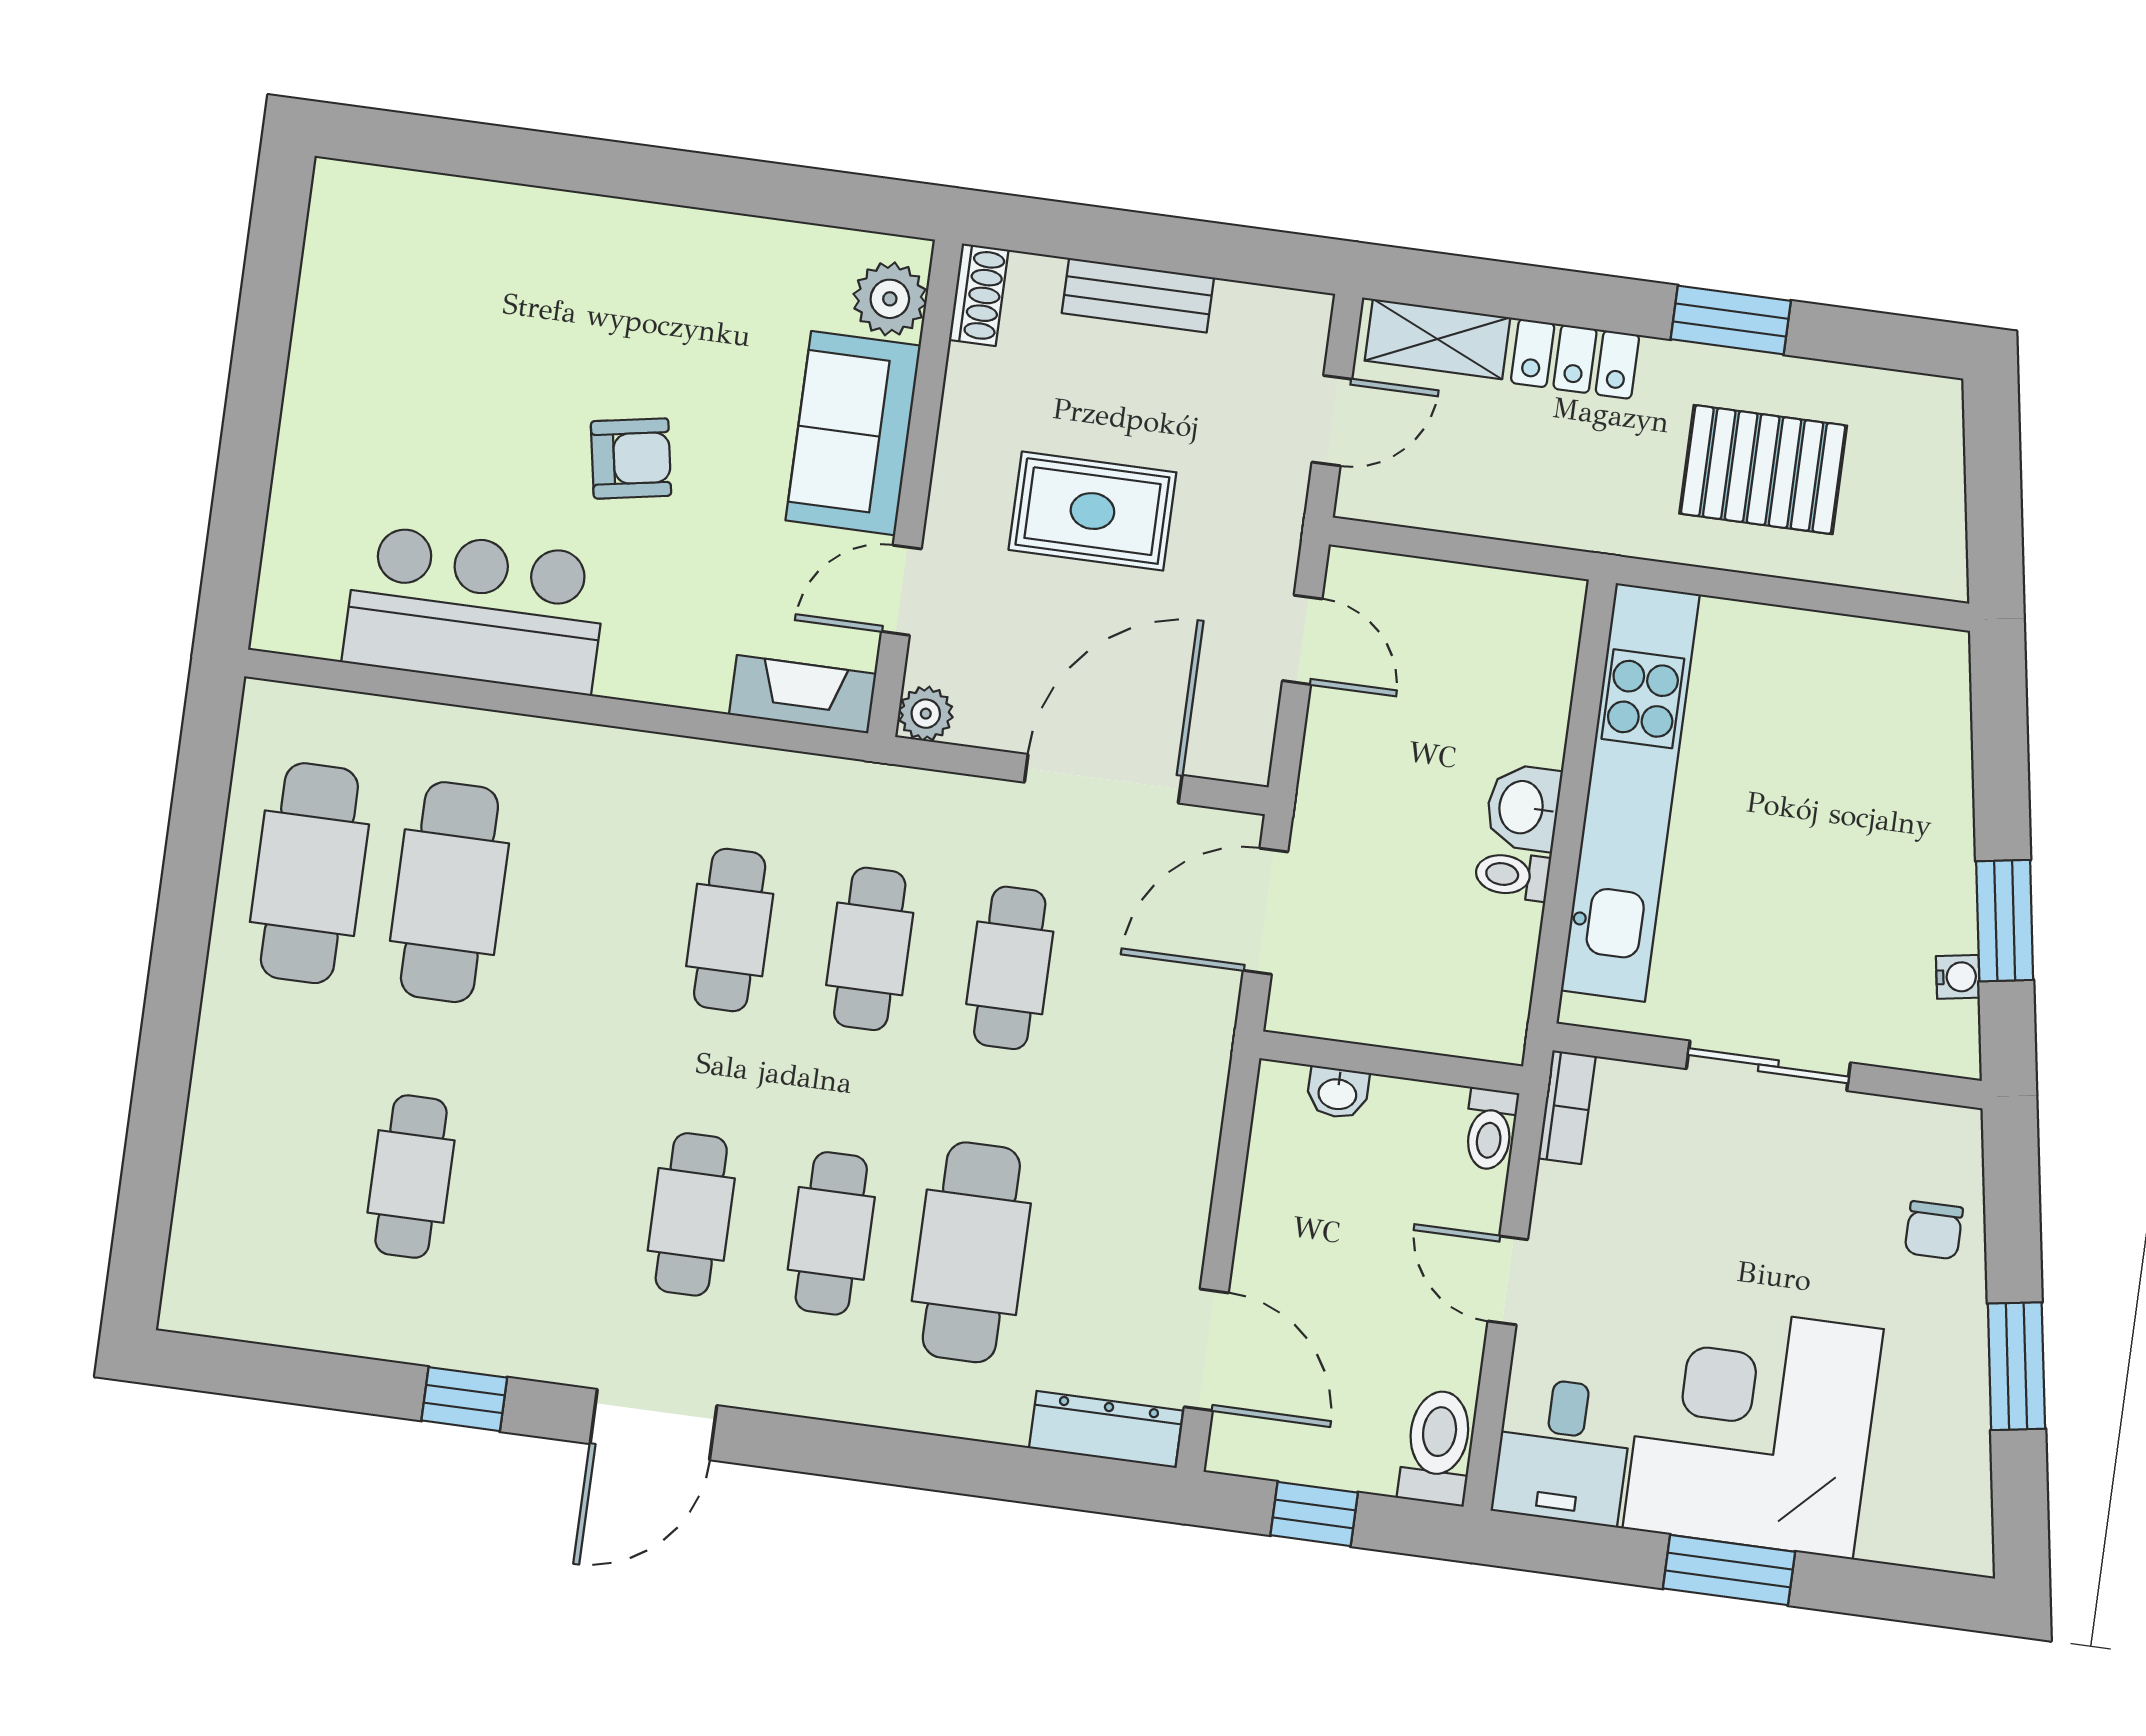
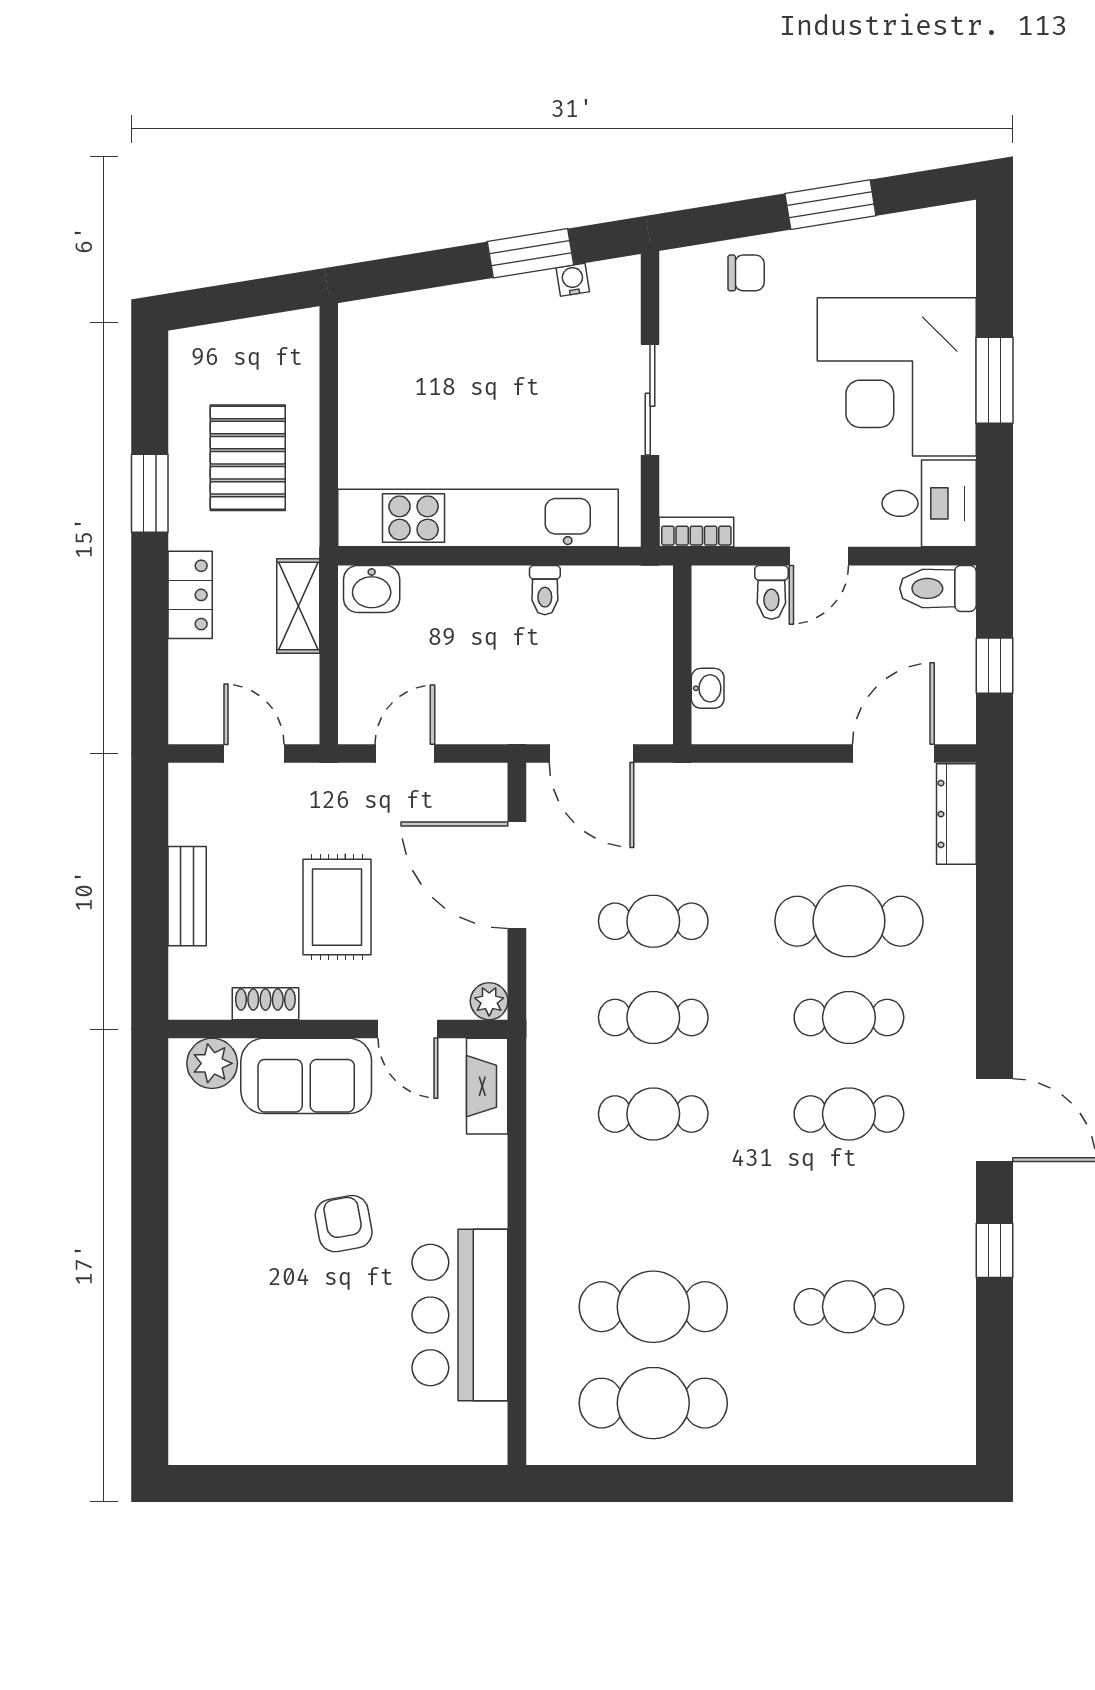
shoe rack: (979, 295) -> (265, 1004), moved
shelving: (1438, 339) -> (298, 606), moved
washbasin: (1523, 807) -> (372, 589), moved
toilet: (1490, 1129) -> (771, 592), moved, turned 90

